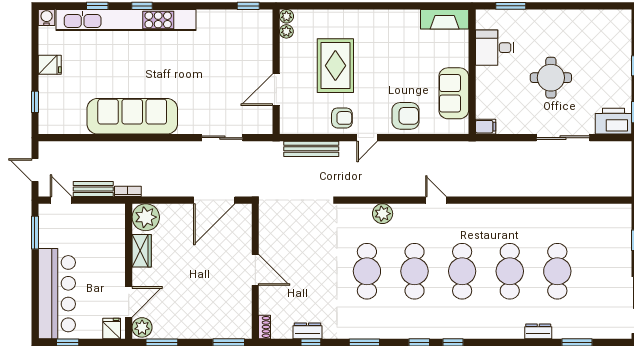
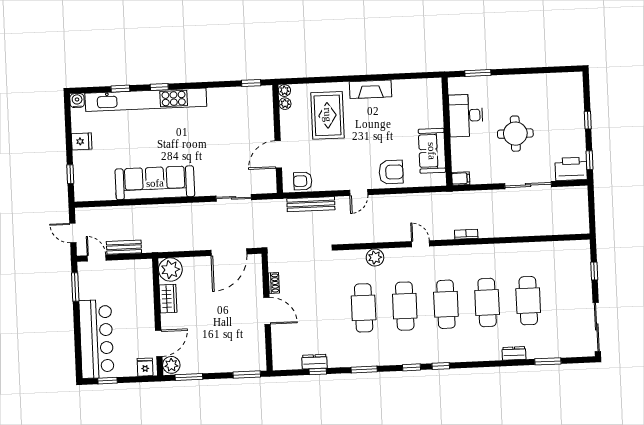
fireplace: (445, 19) -> (371, 89), moved
desk: (495, 48) -> (466, 115), width x1.37
rug: (335, 66) -> (328, 115), moved
armchair: (342, 118) -> (303, 181), moved, turned 180
bookcase: (128, 191) -> (466, 234), moved
shoe rack: (265, 327) -> (274, 283), moved

